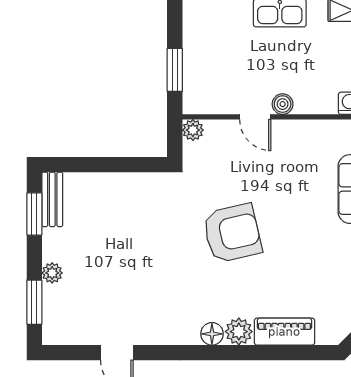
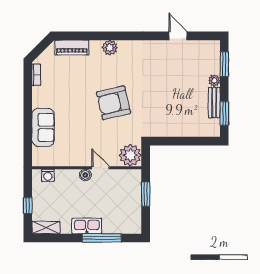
plant: (193, 130) -> (130, 155), width x1.87, depth x1.87
bench: (52, 199) -> (214, 103), moved
piano: (284, 332) -> (72, 48), moved
floor lamp: (212, 334) -> (125, 46), removed

